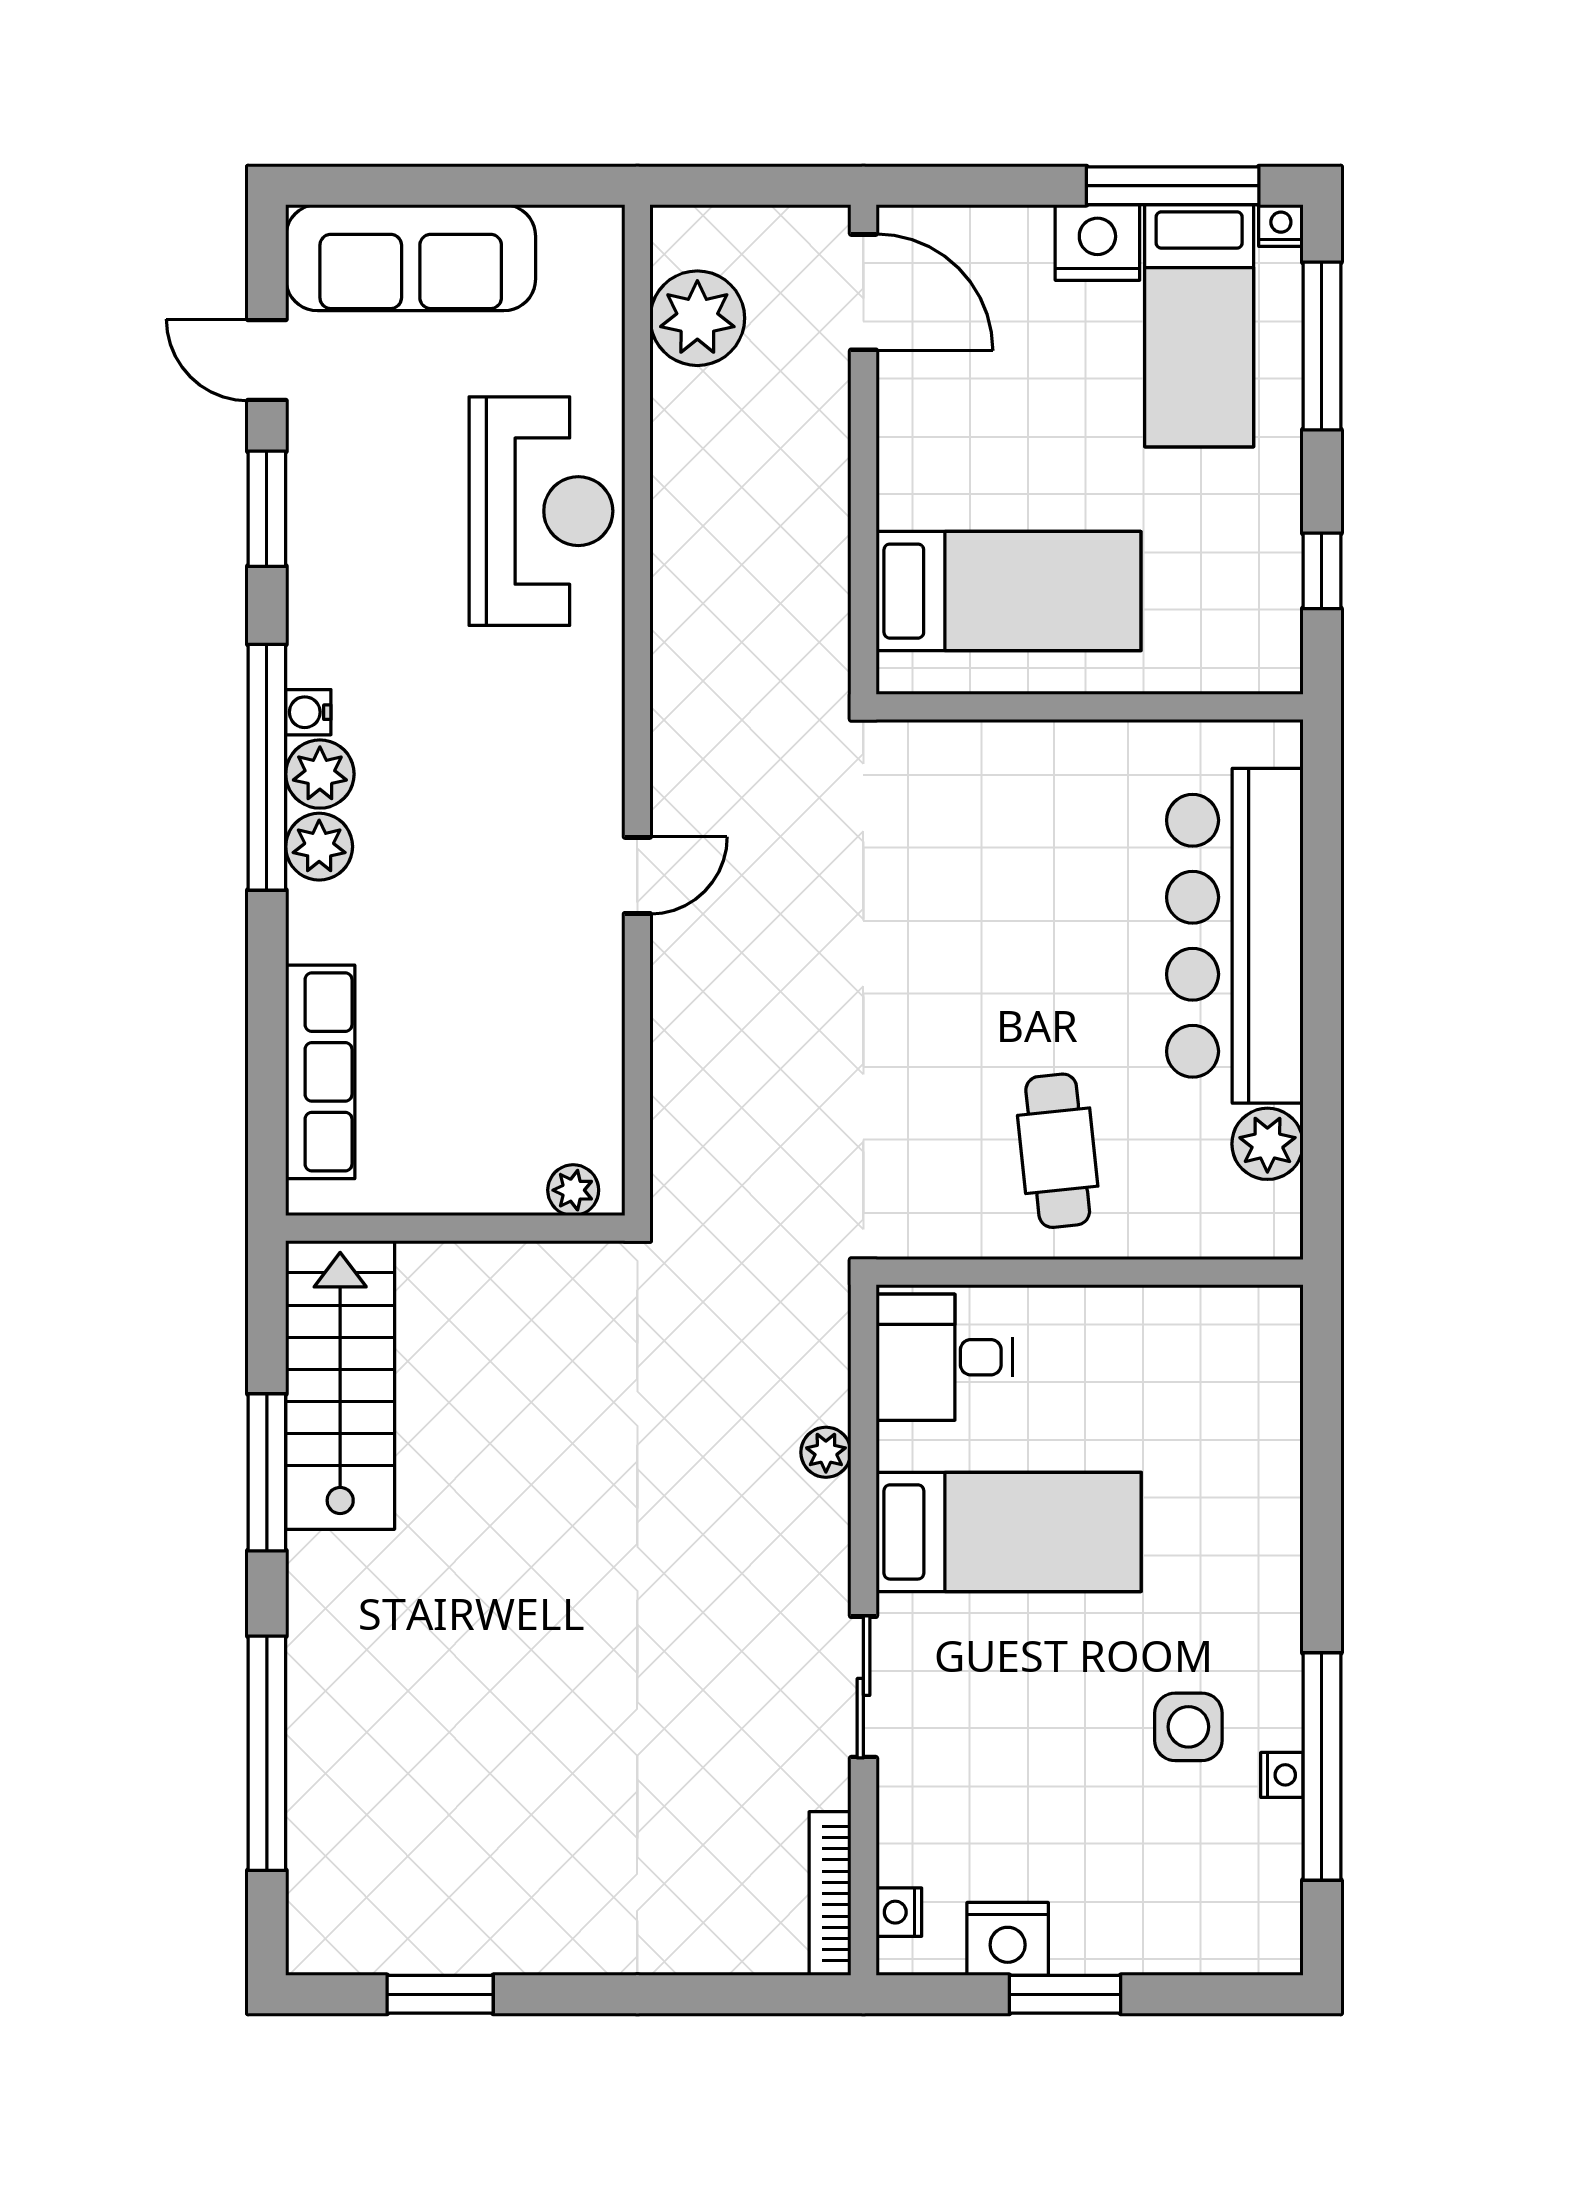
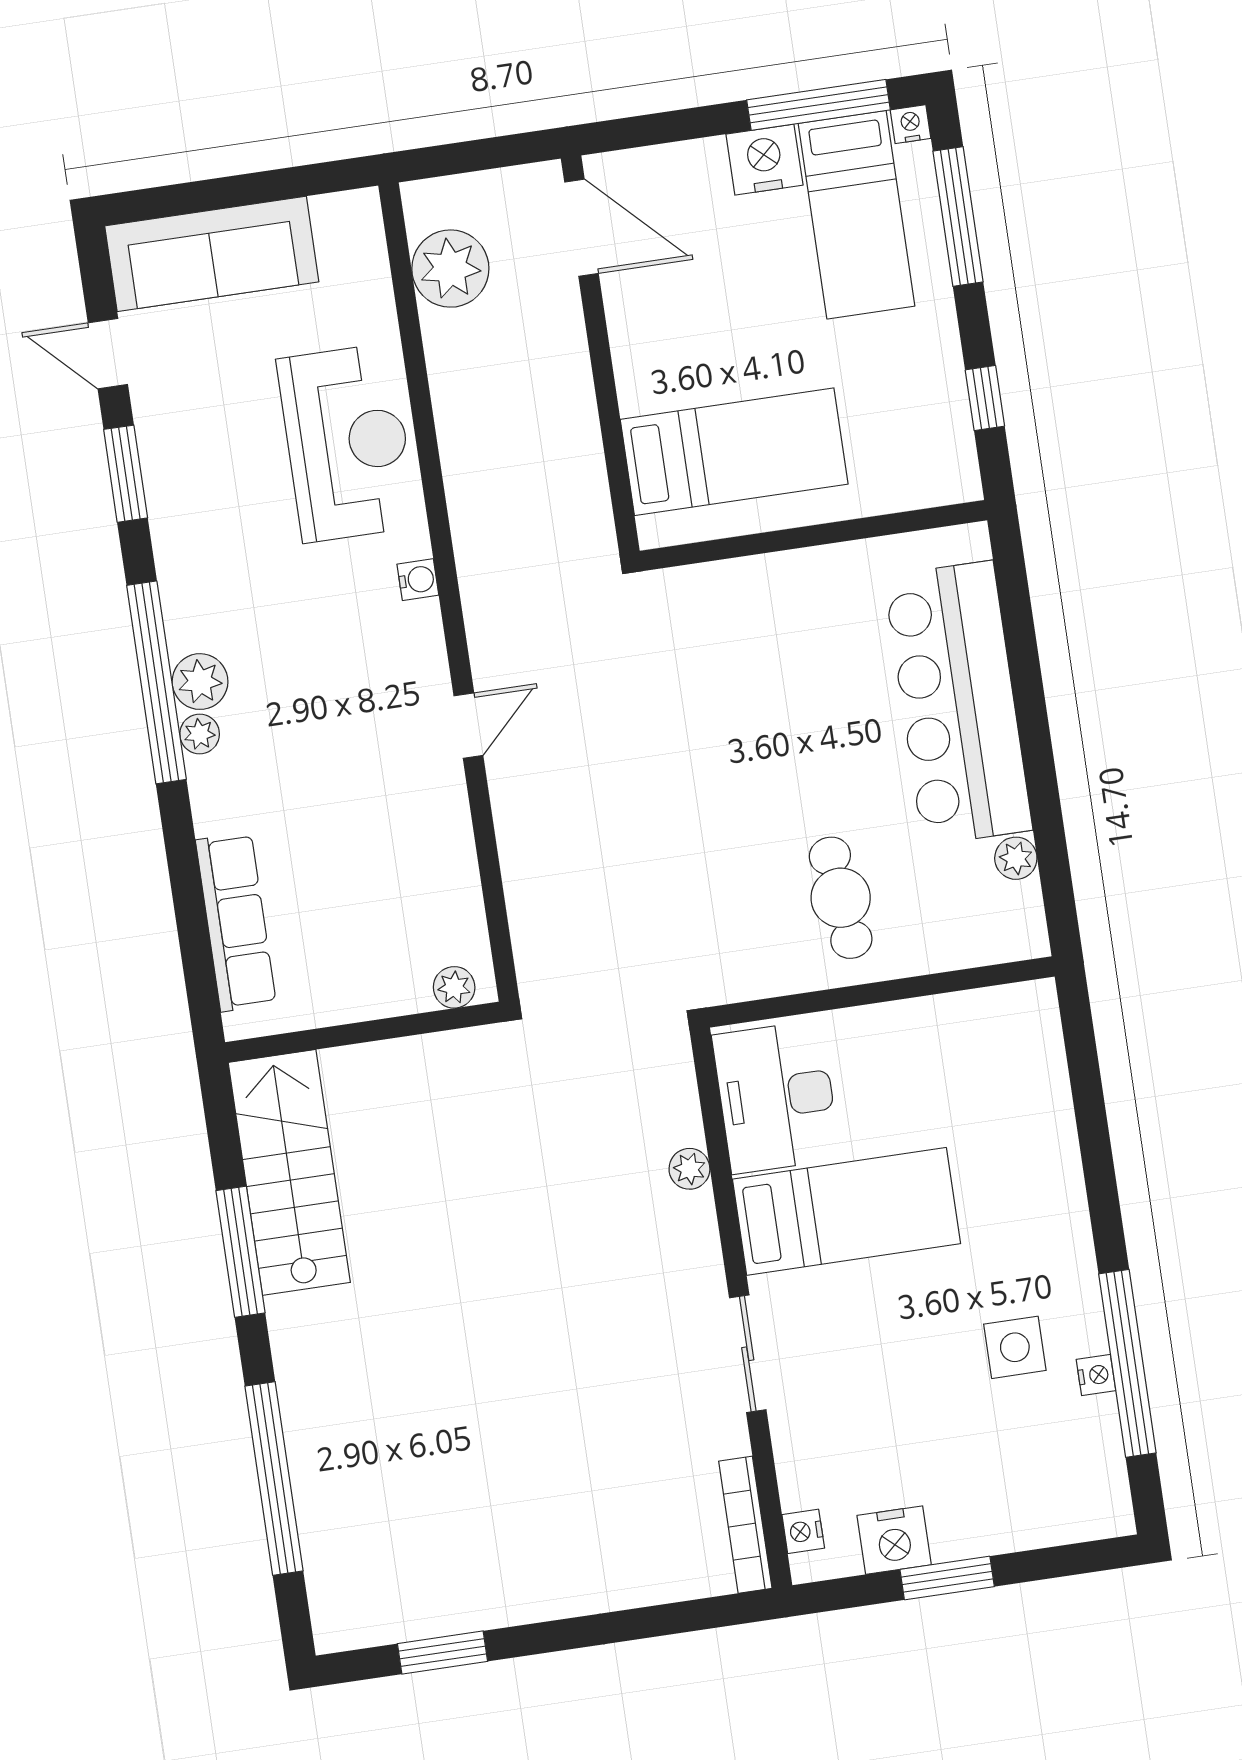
water cooler: (308, 712) -> (418, 580), moved, turned 180
plant: (319, 847) -> (200, 734), width x0.73, depth x0.73
plant: (1267, 1144) -> (1016, 858), width x0.73, depth x0.73
desk: (944, 1357) -> (776, 1097), width x1.37

